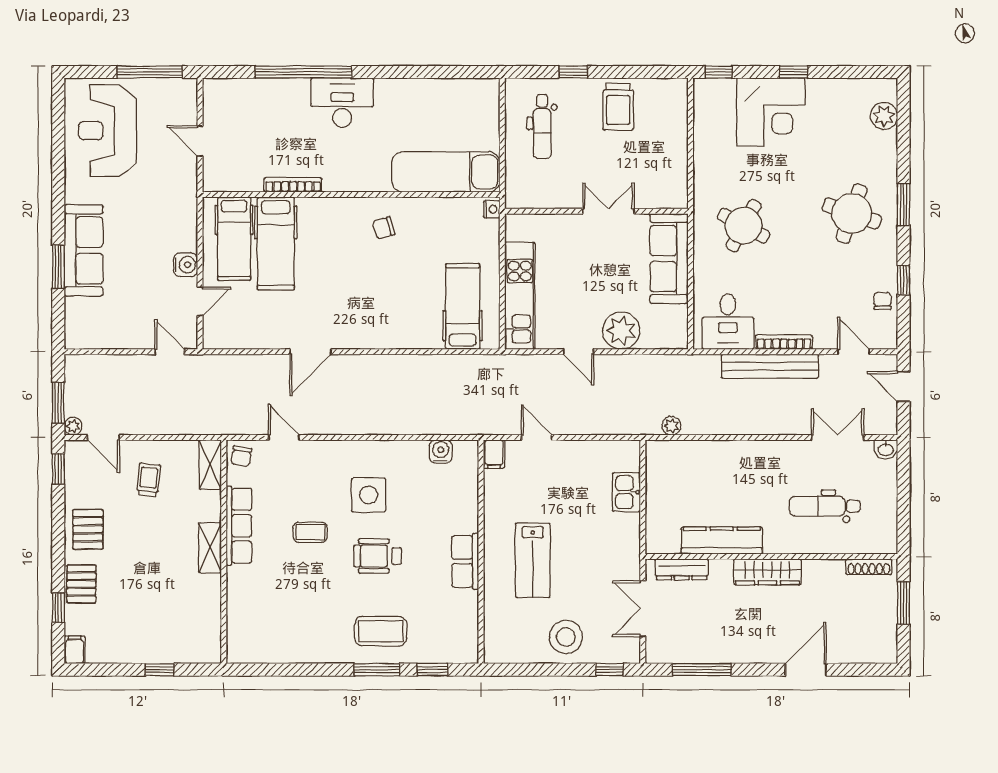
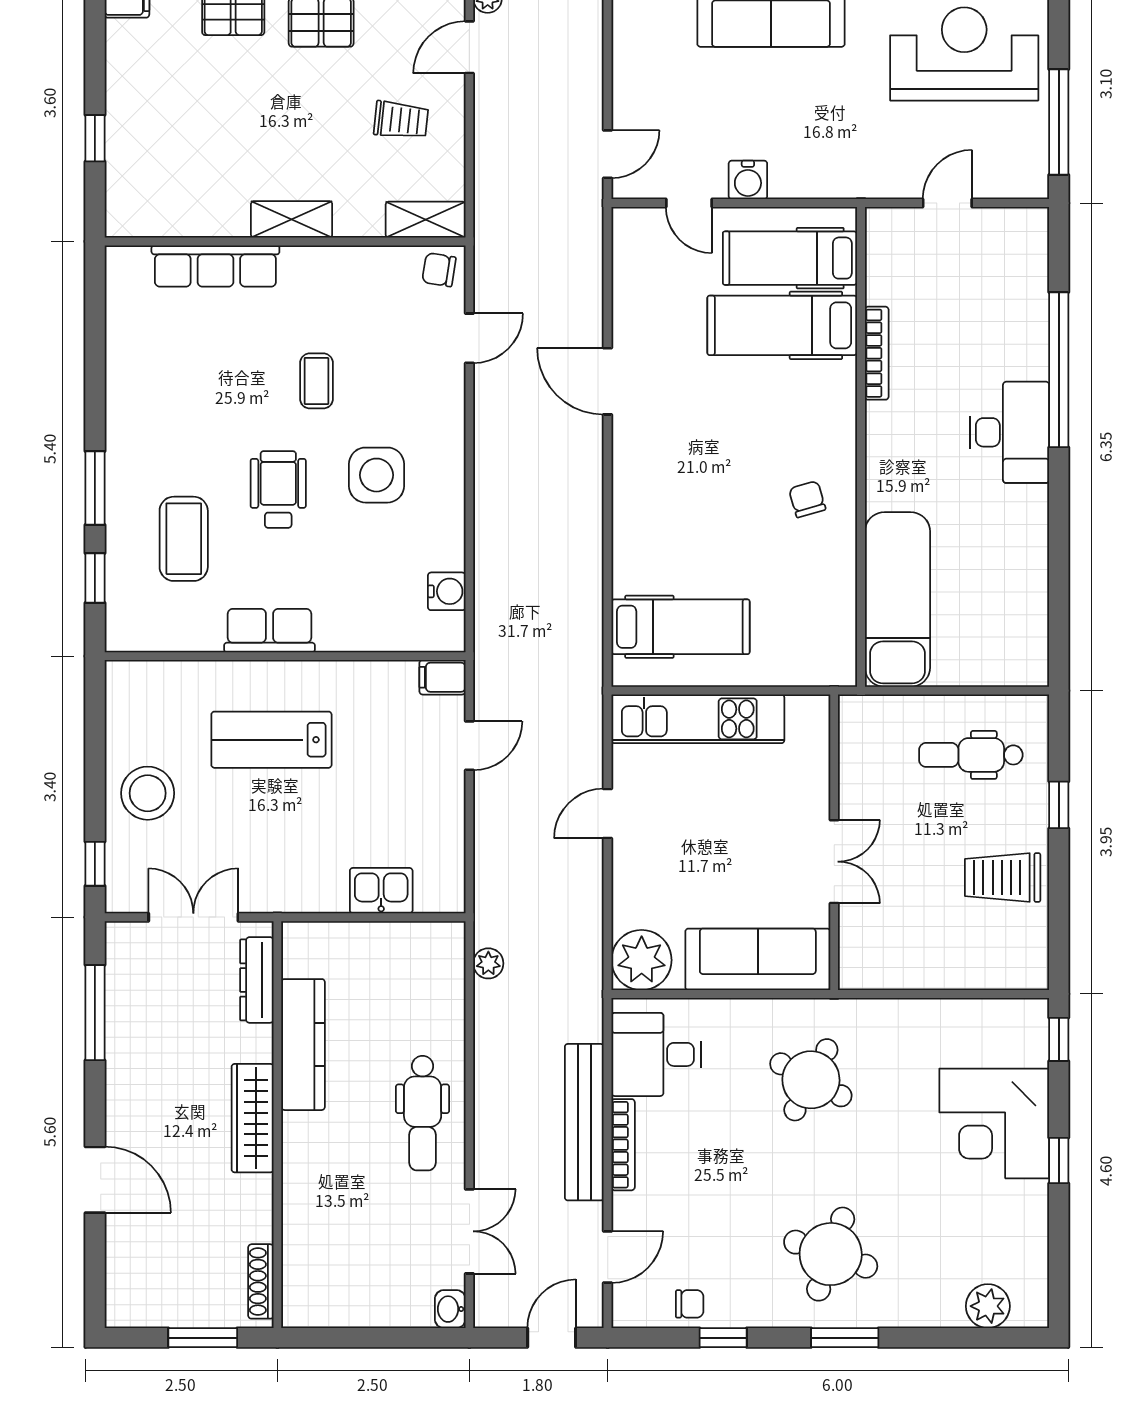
nightstand: (492, 209) -> (837, 674), removed
plant: (621, 331) -> (642, 960), moved
dental chair: (825, 506) -> (423, 1113), moved, turned 180
row of seats: (239, 526) -> (215, 266), moved
coffee table: (381, 631) -> (184, 539), moved

